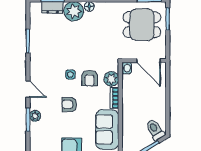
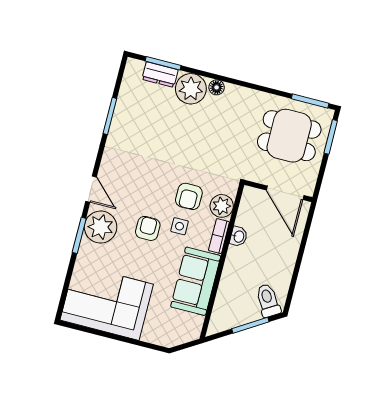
washbasin: (127, 68) -> (239, 236), moved
side table: (70, 74) -> (180, 226), moved
armchair: (69, 104) -> (148, 228), turned 90
plant: (35, 116) -> (101, 227), width x1.87, depth x1.87

